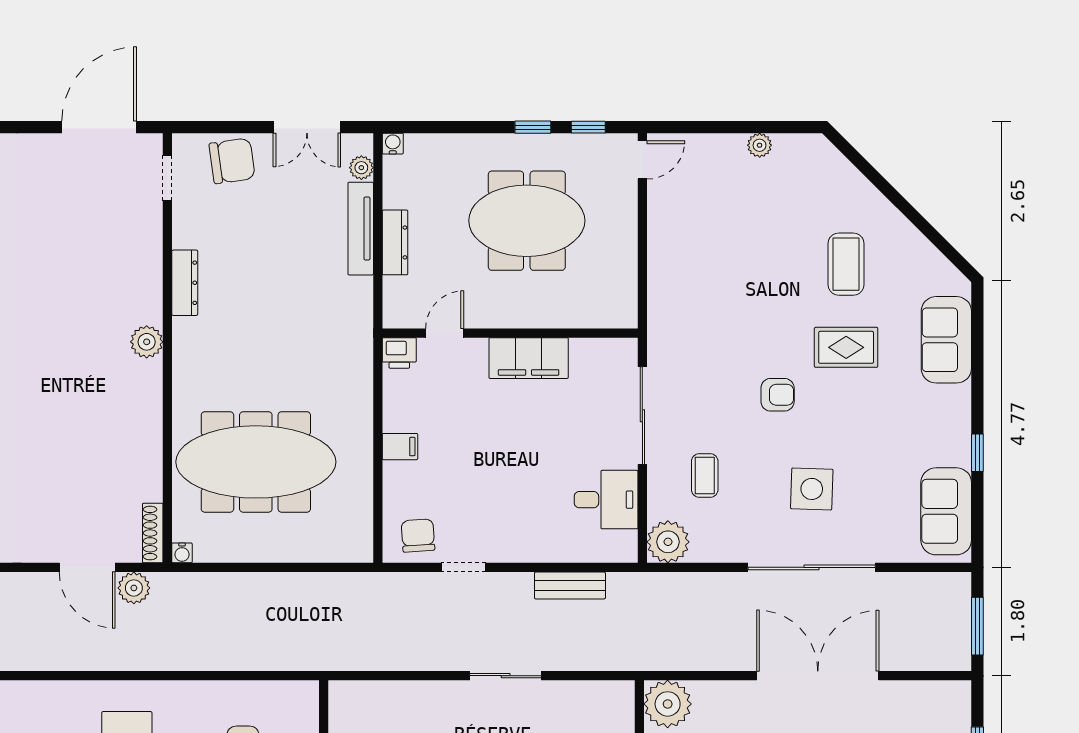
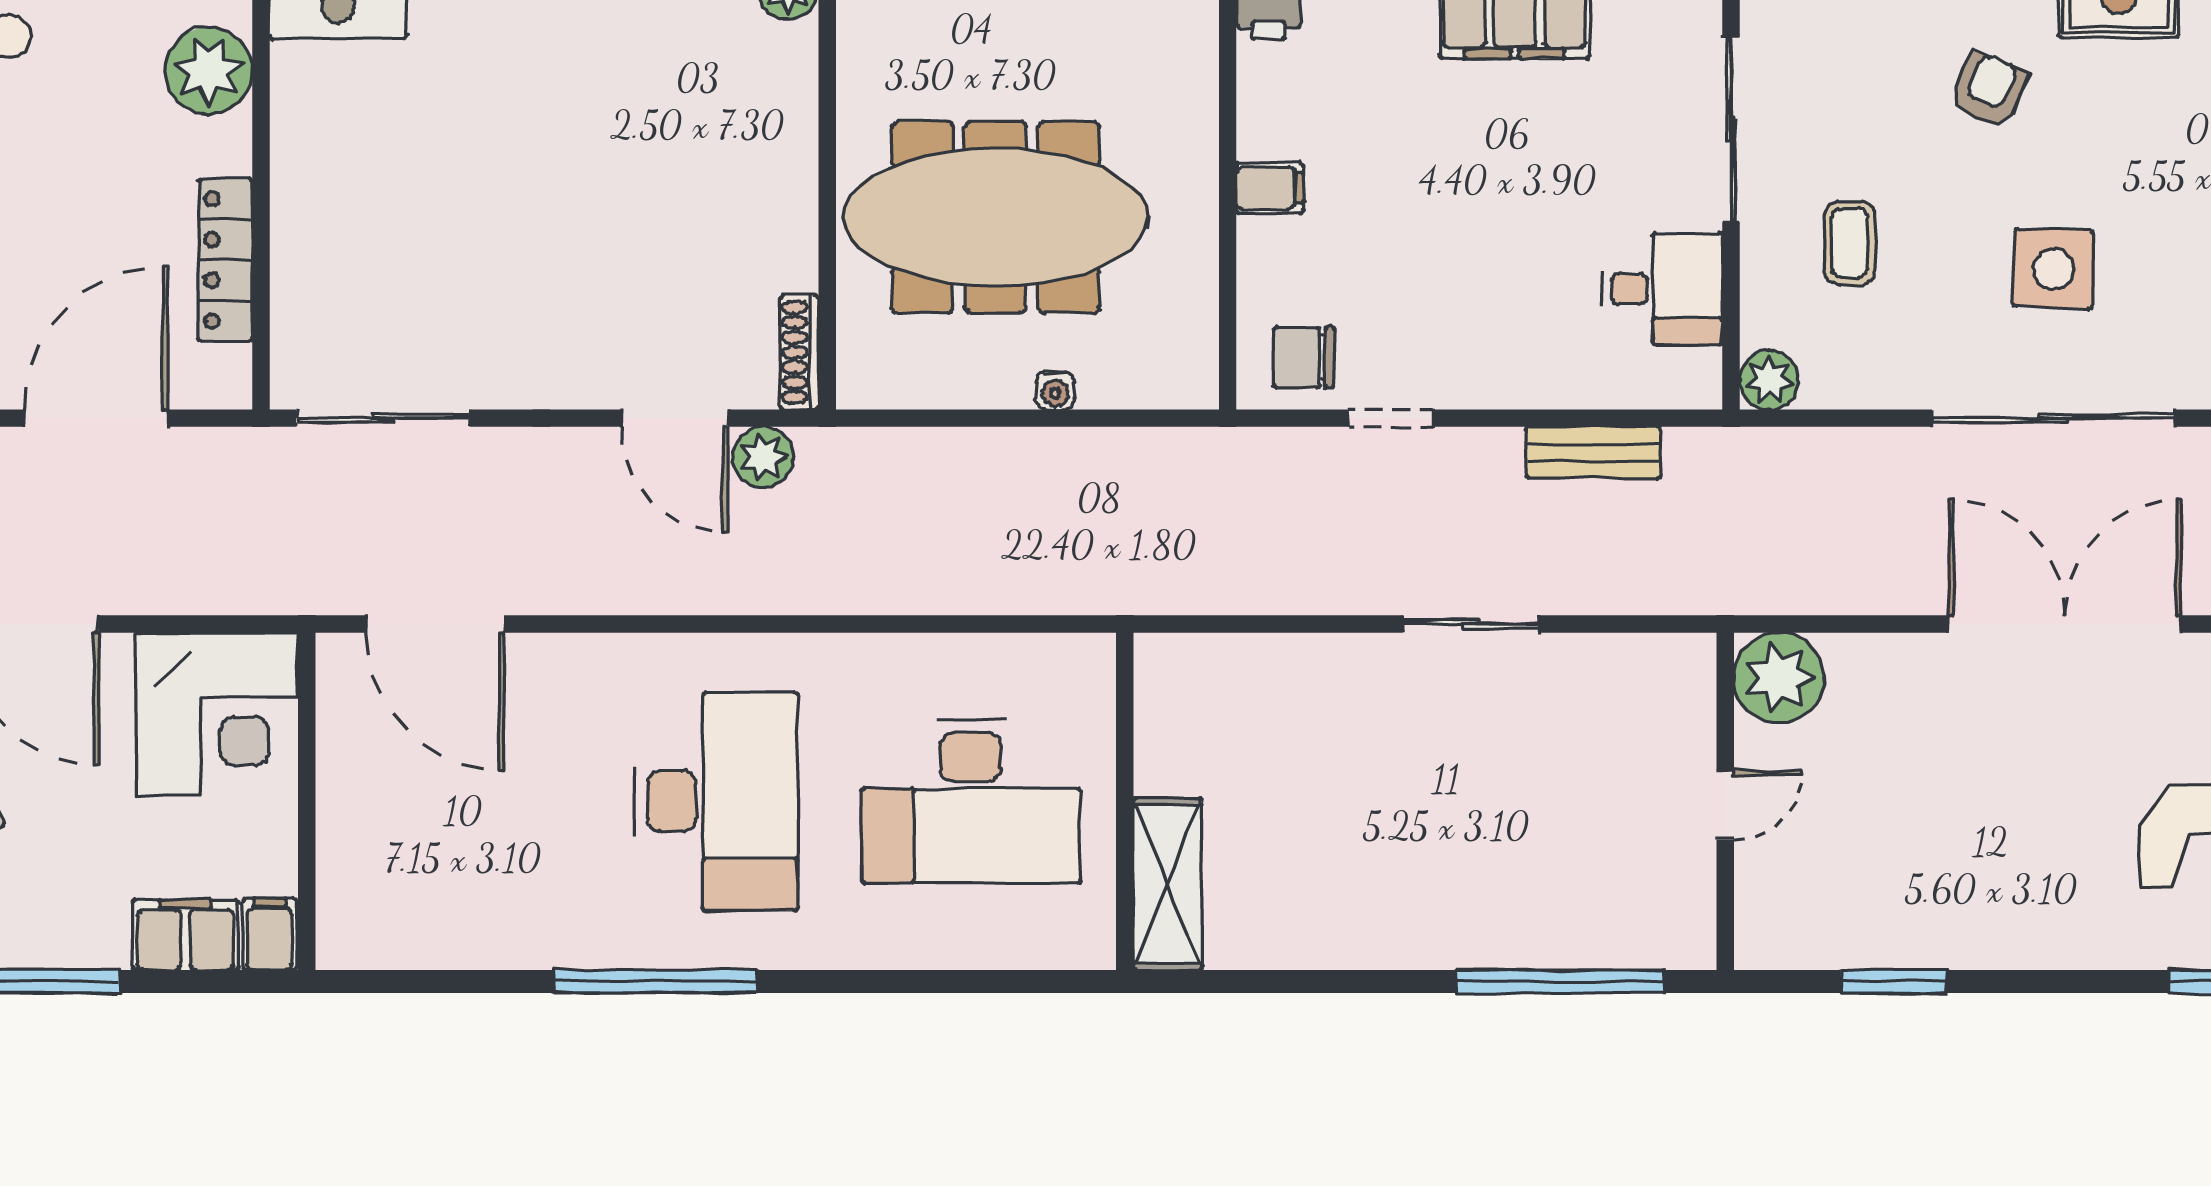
armchair: (778, 395) -> (1988, 89), turned -66
chair: (418, 535) -> (1304, 357), turned -86
plant: (668, 542) -> (1769, 380), width x0.73, depth x0.73
water cooler: (182, 553) -> (1055, 390), moved

